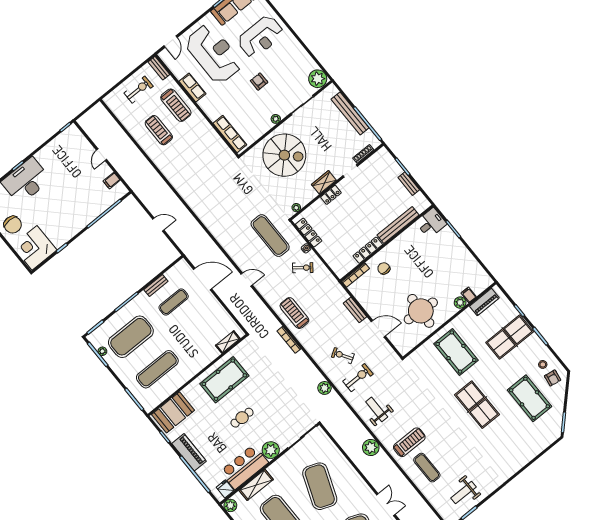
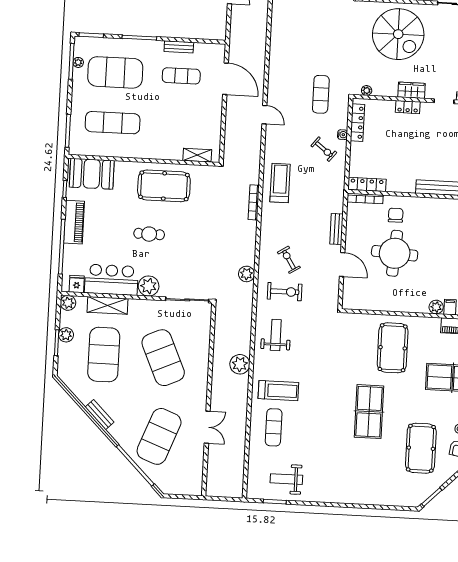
exercise mat: (270, 236) -> (321, 94), width x0.73, depth x0.69
locker: (368, 250) -> (367, 184), moved
round table: (421, 311) -> (395, 253), moved
exercise mat: (320, 486) -> (163, 358), turned -45

